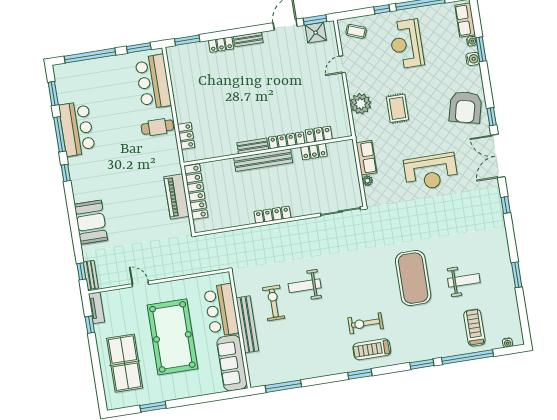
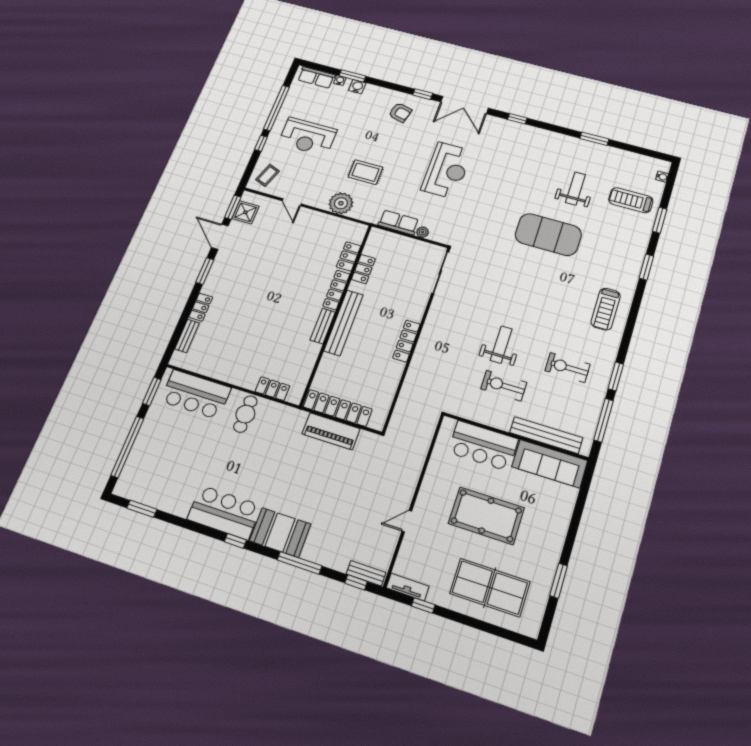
bench: (248, 39) -> (187, 336), moved
window: (187, 40) -> (205, 271), moved
armchair: (465, 107) -> (400, 112), width x0.53, depth x0.53
bar counter: (77, 129) -> (224, 512), moved
window: (60, 134) -> (300, 563), moved
booth: (91, 222) -> (280, 532), moved
weight bench: (305, 286) -> (501, 345), turned 180
exercise bike: (366, 323) -> (567, 367), moved, turned 90
bench: (247, 324) -> (546, 435), moved
pool table: (172, 337) -> (486, 516), width x0.73, depth x0.76
window: (467, 357) -> (660, 220), width x0.47
window: (360, 374) -> (616, 376), moved

